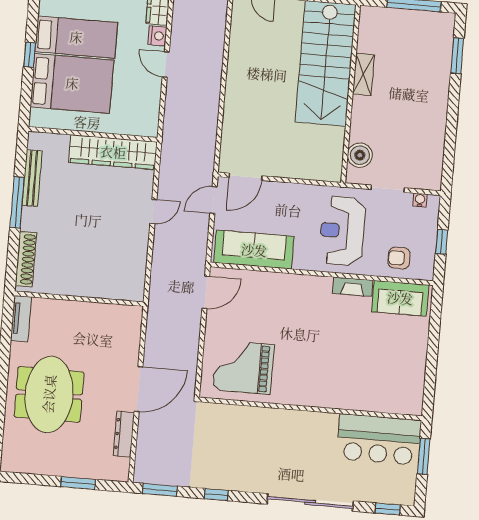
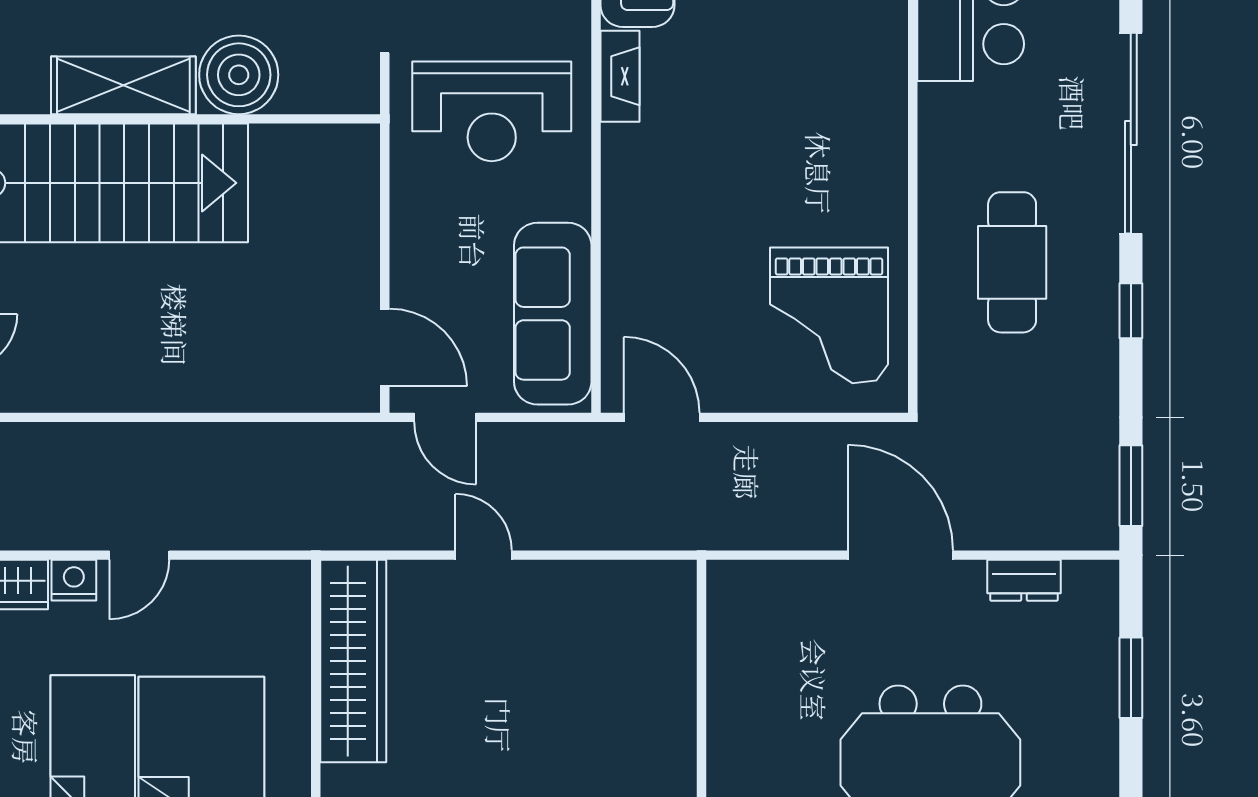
shelving: (363, 74) -> (123, 85), width x1.50, depth x1.33
boiler: (360, 155) -> (239, 75), moved, width x1.37, depth x1.37
dresser: (124, 434) -> (1024, 580), width x0.70
cafe table: (259, 447) -> (1012, 262), added
window: (216, 495) -> (1131, 311), moved

